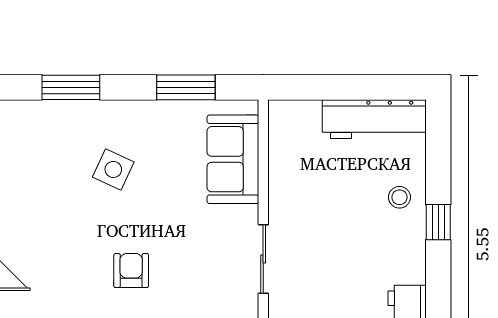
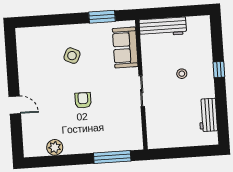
window: (71, 87) -> (51, 20), removed
workbench: (374, 119) -> (163, 27), moved
stool: (399, 197) -> (182, 74), moved

